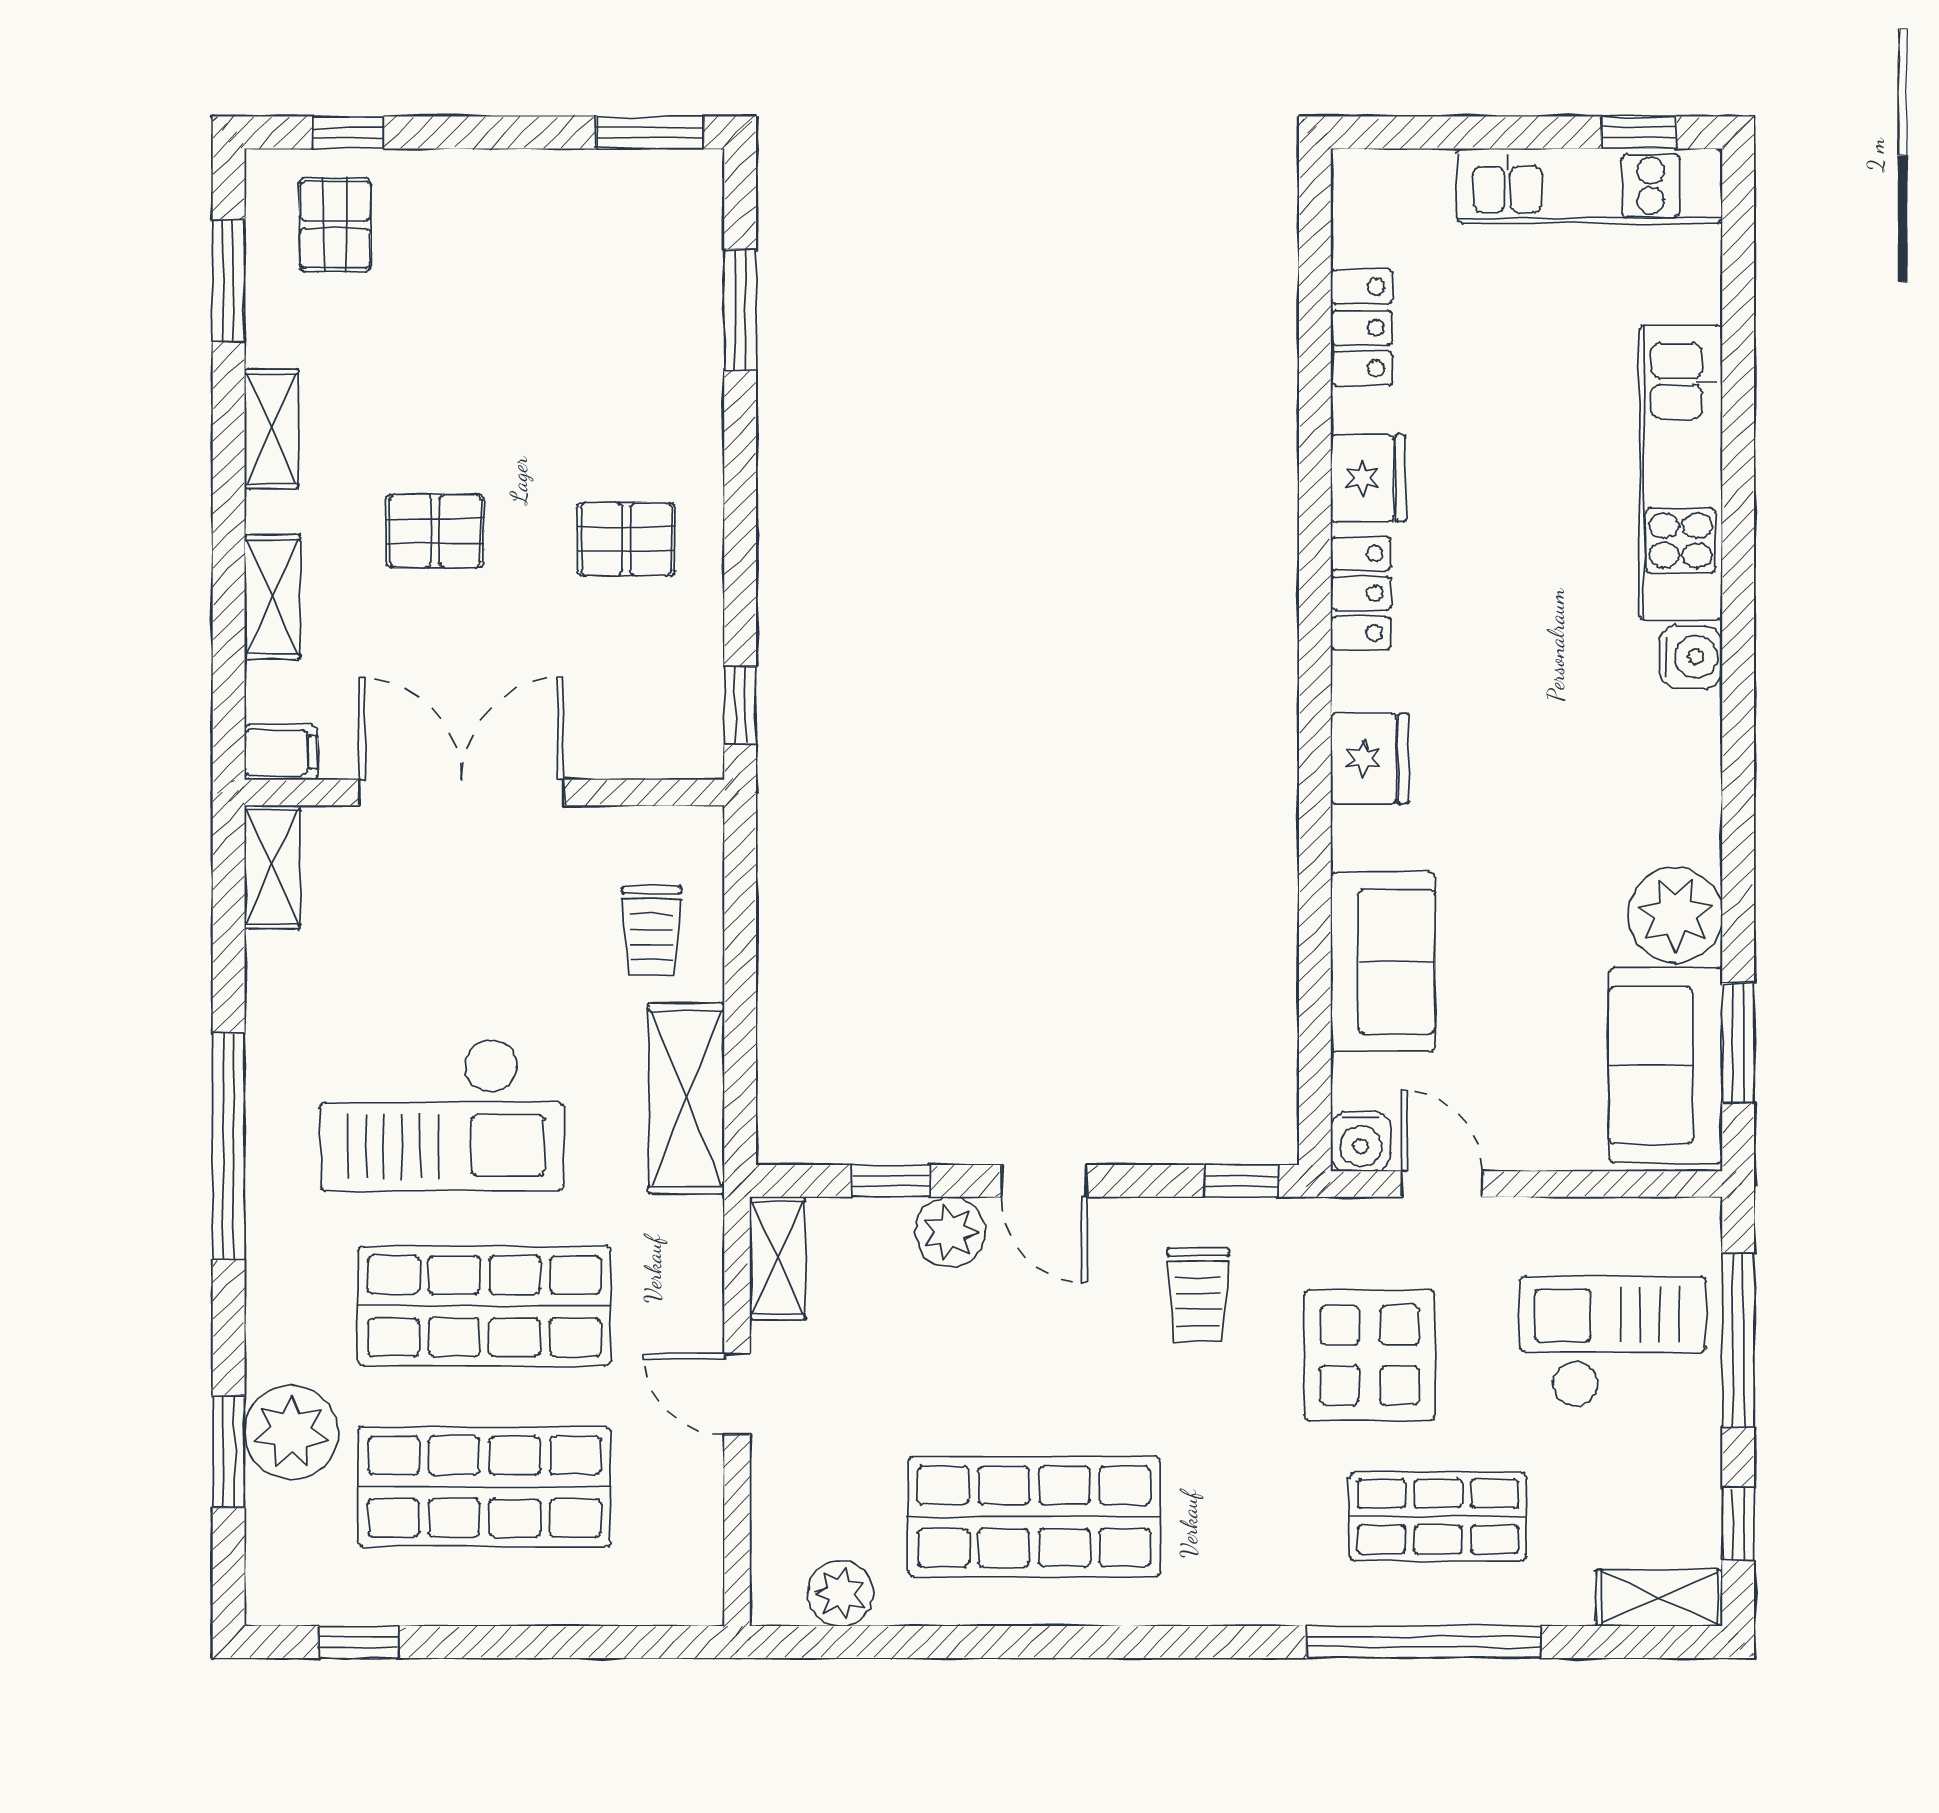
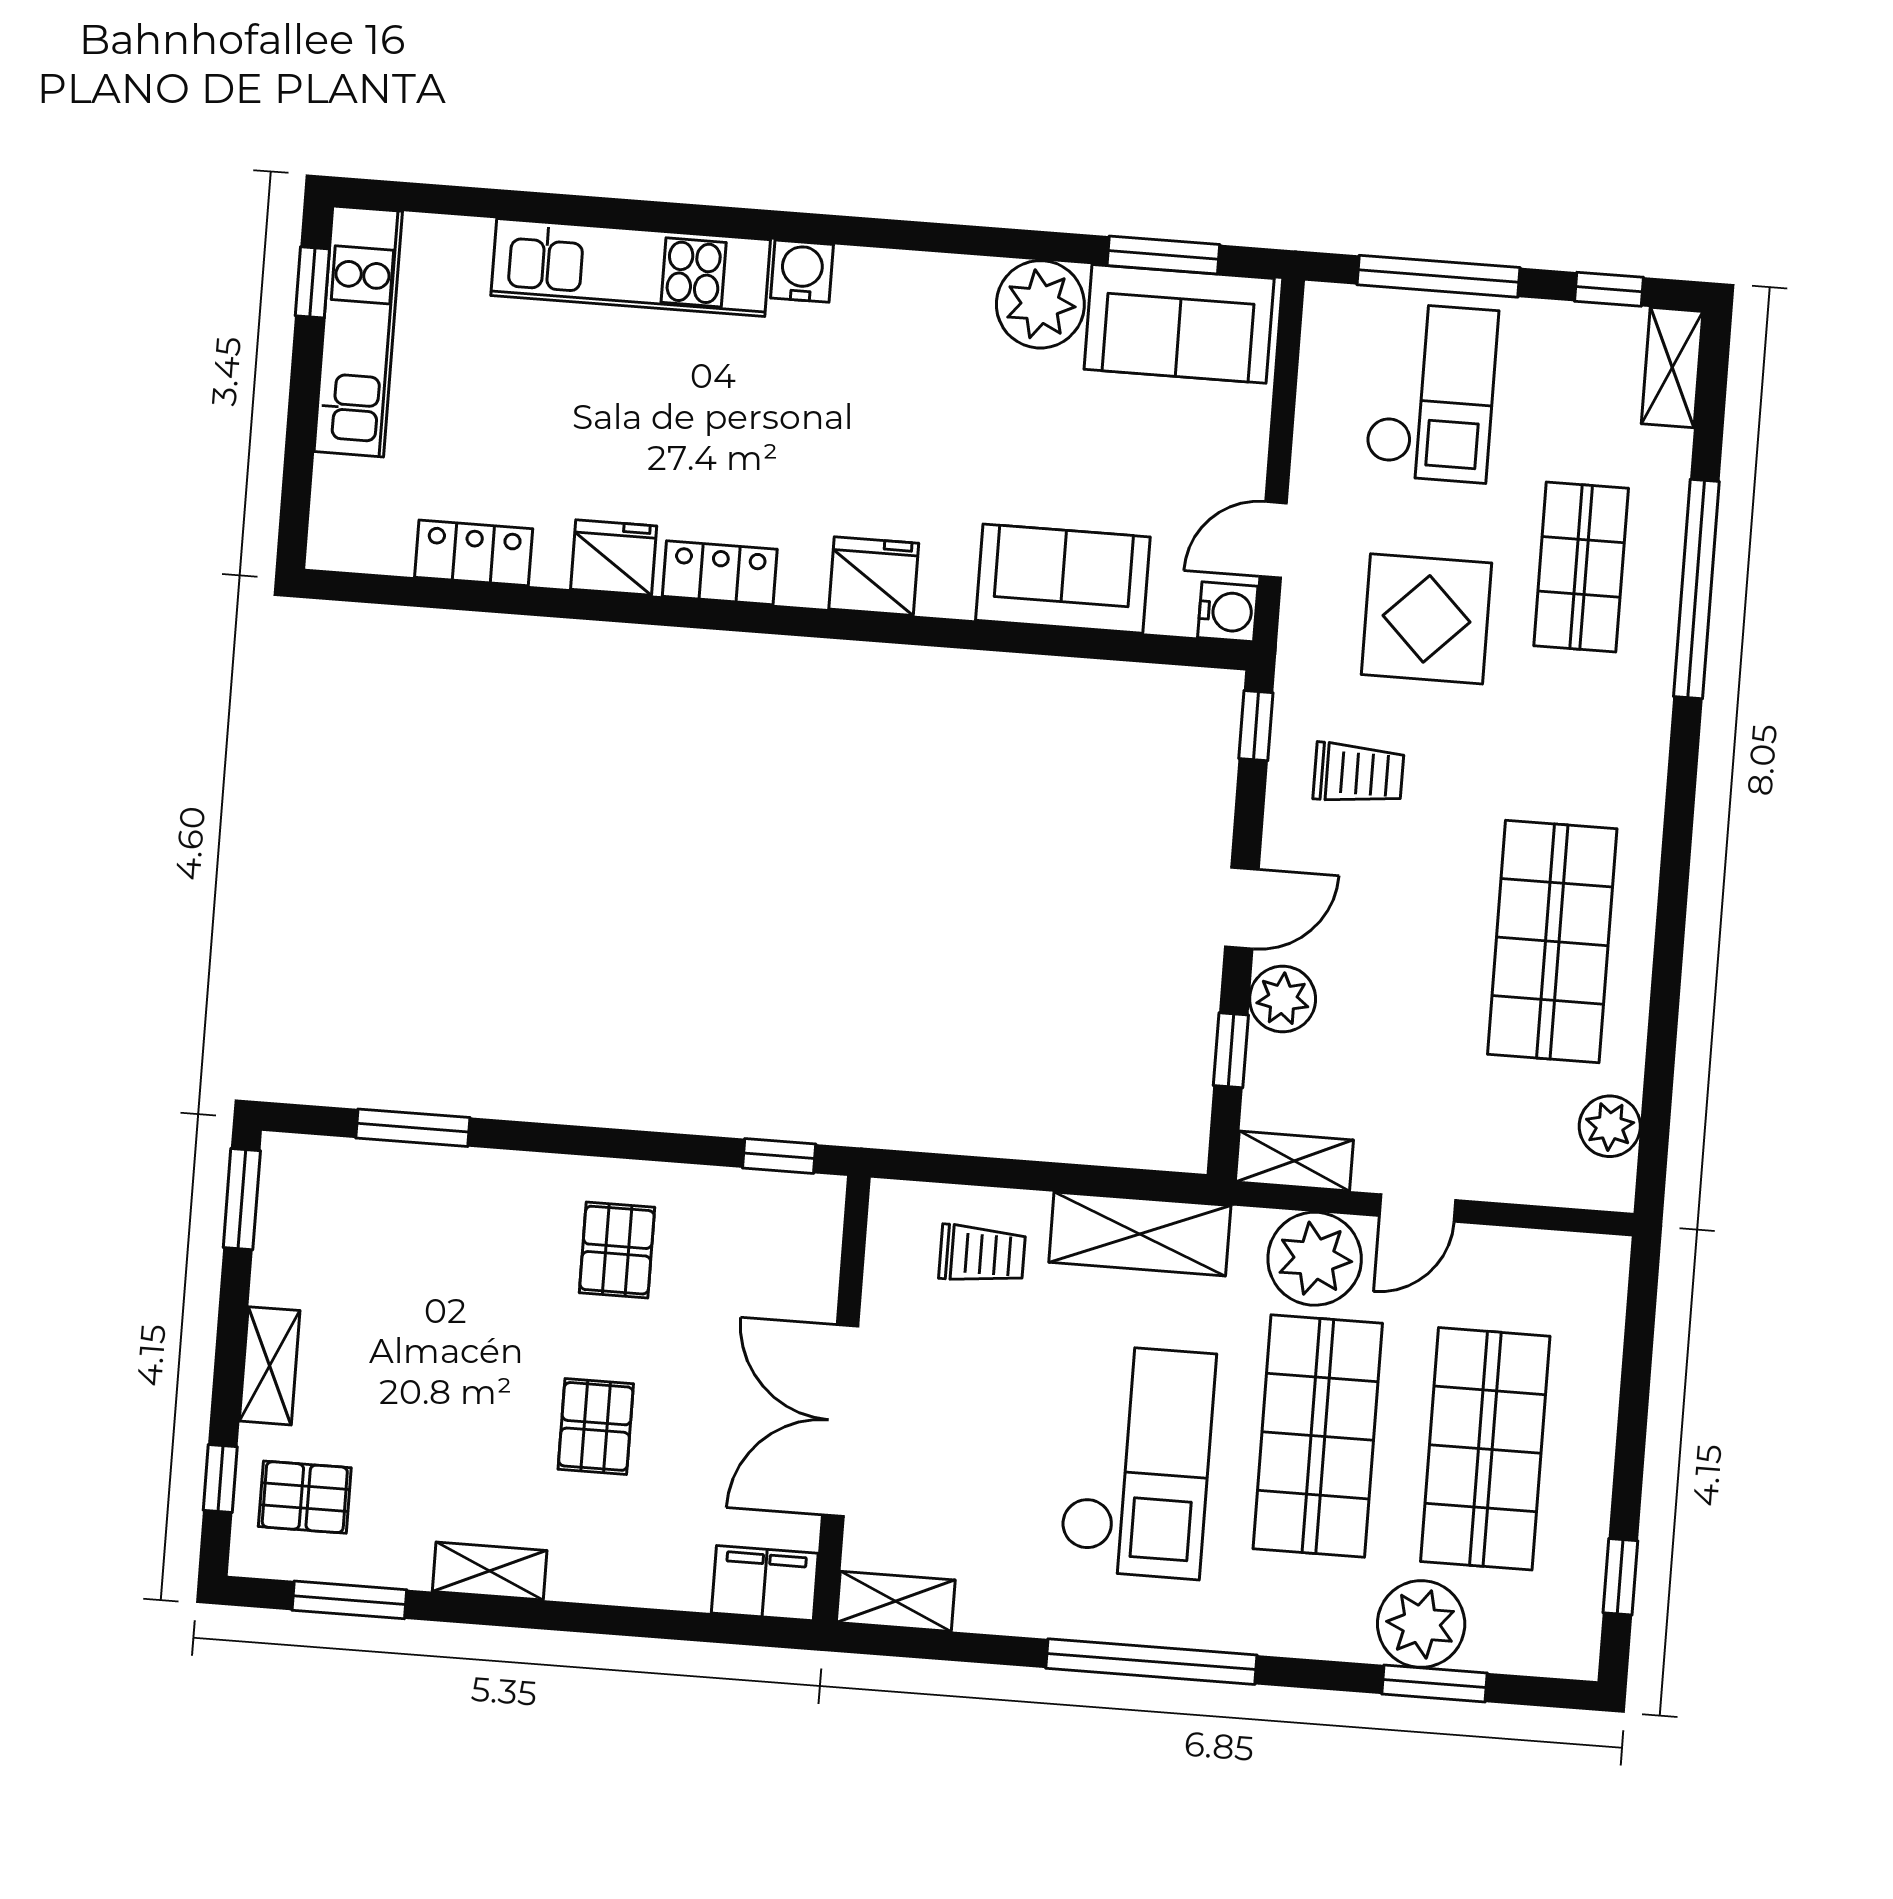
shelving: (272, 597) -> (270, 1366), moved, turned 90
filing cabinet: (281, 752) -> (765, 1583), width x2.00
plant: (674, 1288) -> (1315, 1259), added
checkout: (1613, 1342) -> (1432, 392), turned 180

